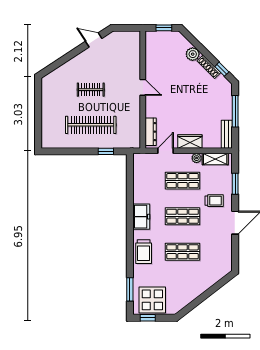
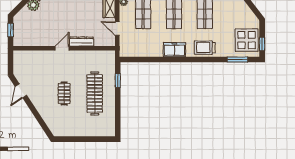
dresser: (151, 132) -> (82, 42), moved
trolley: (144, 252) -> (205, 48), turned 180

